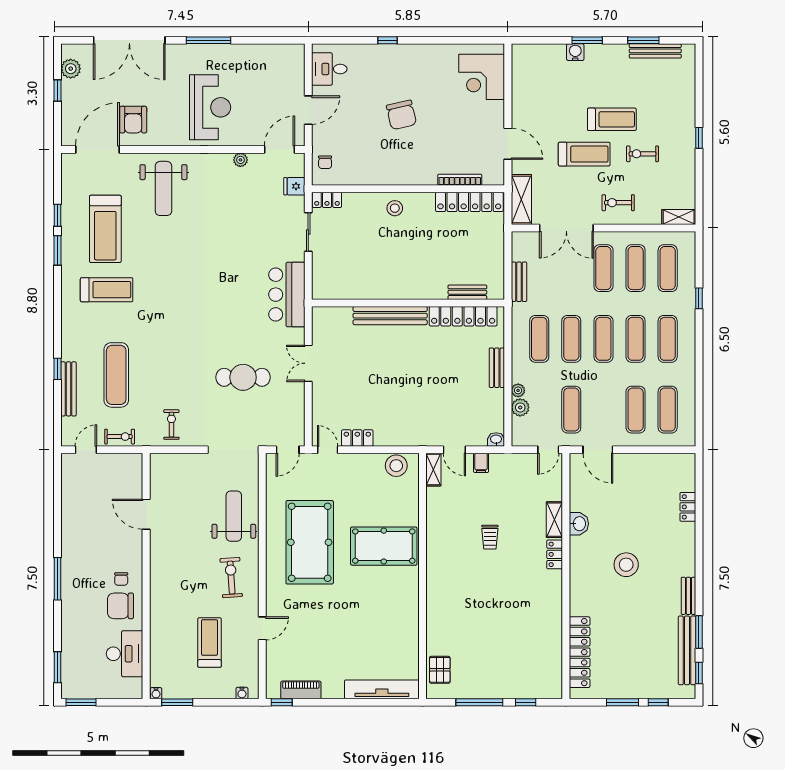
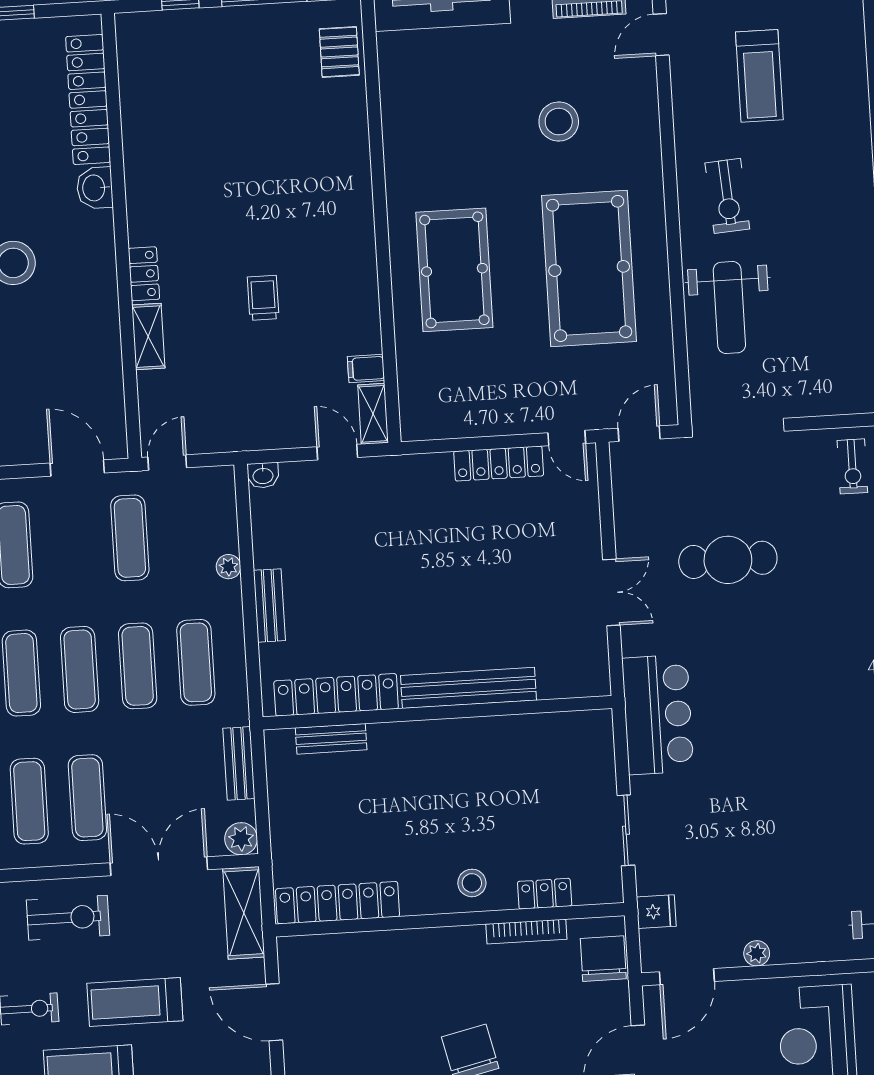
chair: (325, 162) -> (603, 959), width x1.87, depth x1.87
bookcase: (460, 180) -> (526, 932), moved
locker: (327, 200) -> (545, 894), moved
exercise bike: (618, 203) -> (68, 918), width x1.38, depth x1.39
plant: (520, 407) -> (241, 839), moved
locker: (357, 438) -> (499, 464), width x1.53
filing cabinet: (481, 463) -> (366, 369), moved, turned -90
stool: (396, 466) -> (559, 122), moved
washbasin: (579, 524) -> (95, 188), moved
pool table: (384, 546) -> (454, 270), turned 90
door: (262, 628) -> (661, 35), moved

